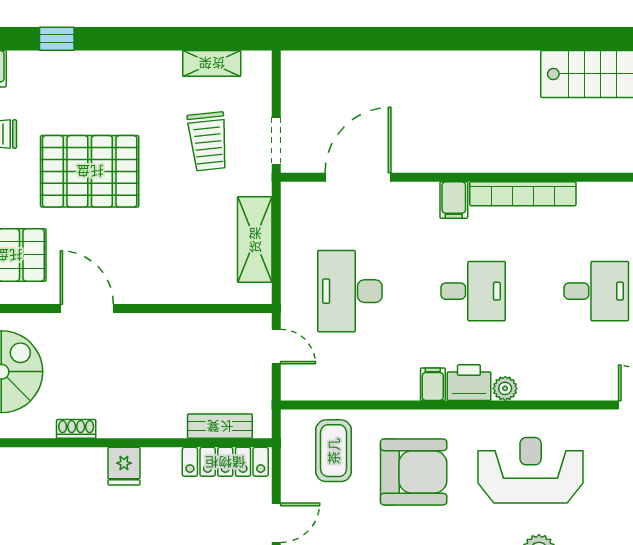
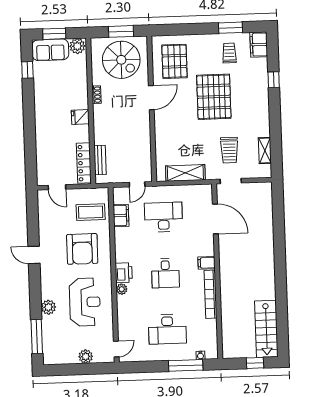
trolley: (208, 141) -> (229, 150), turned -84
desk: (596, 291) -> (167, 329), width x1.37
filing cabinet: (433, 384) -> (121, 215), moved, width x2.00

